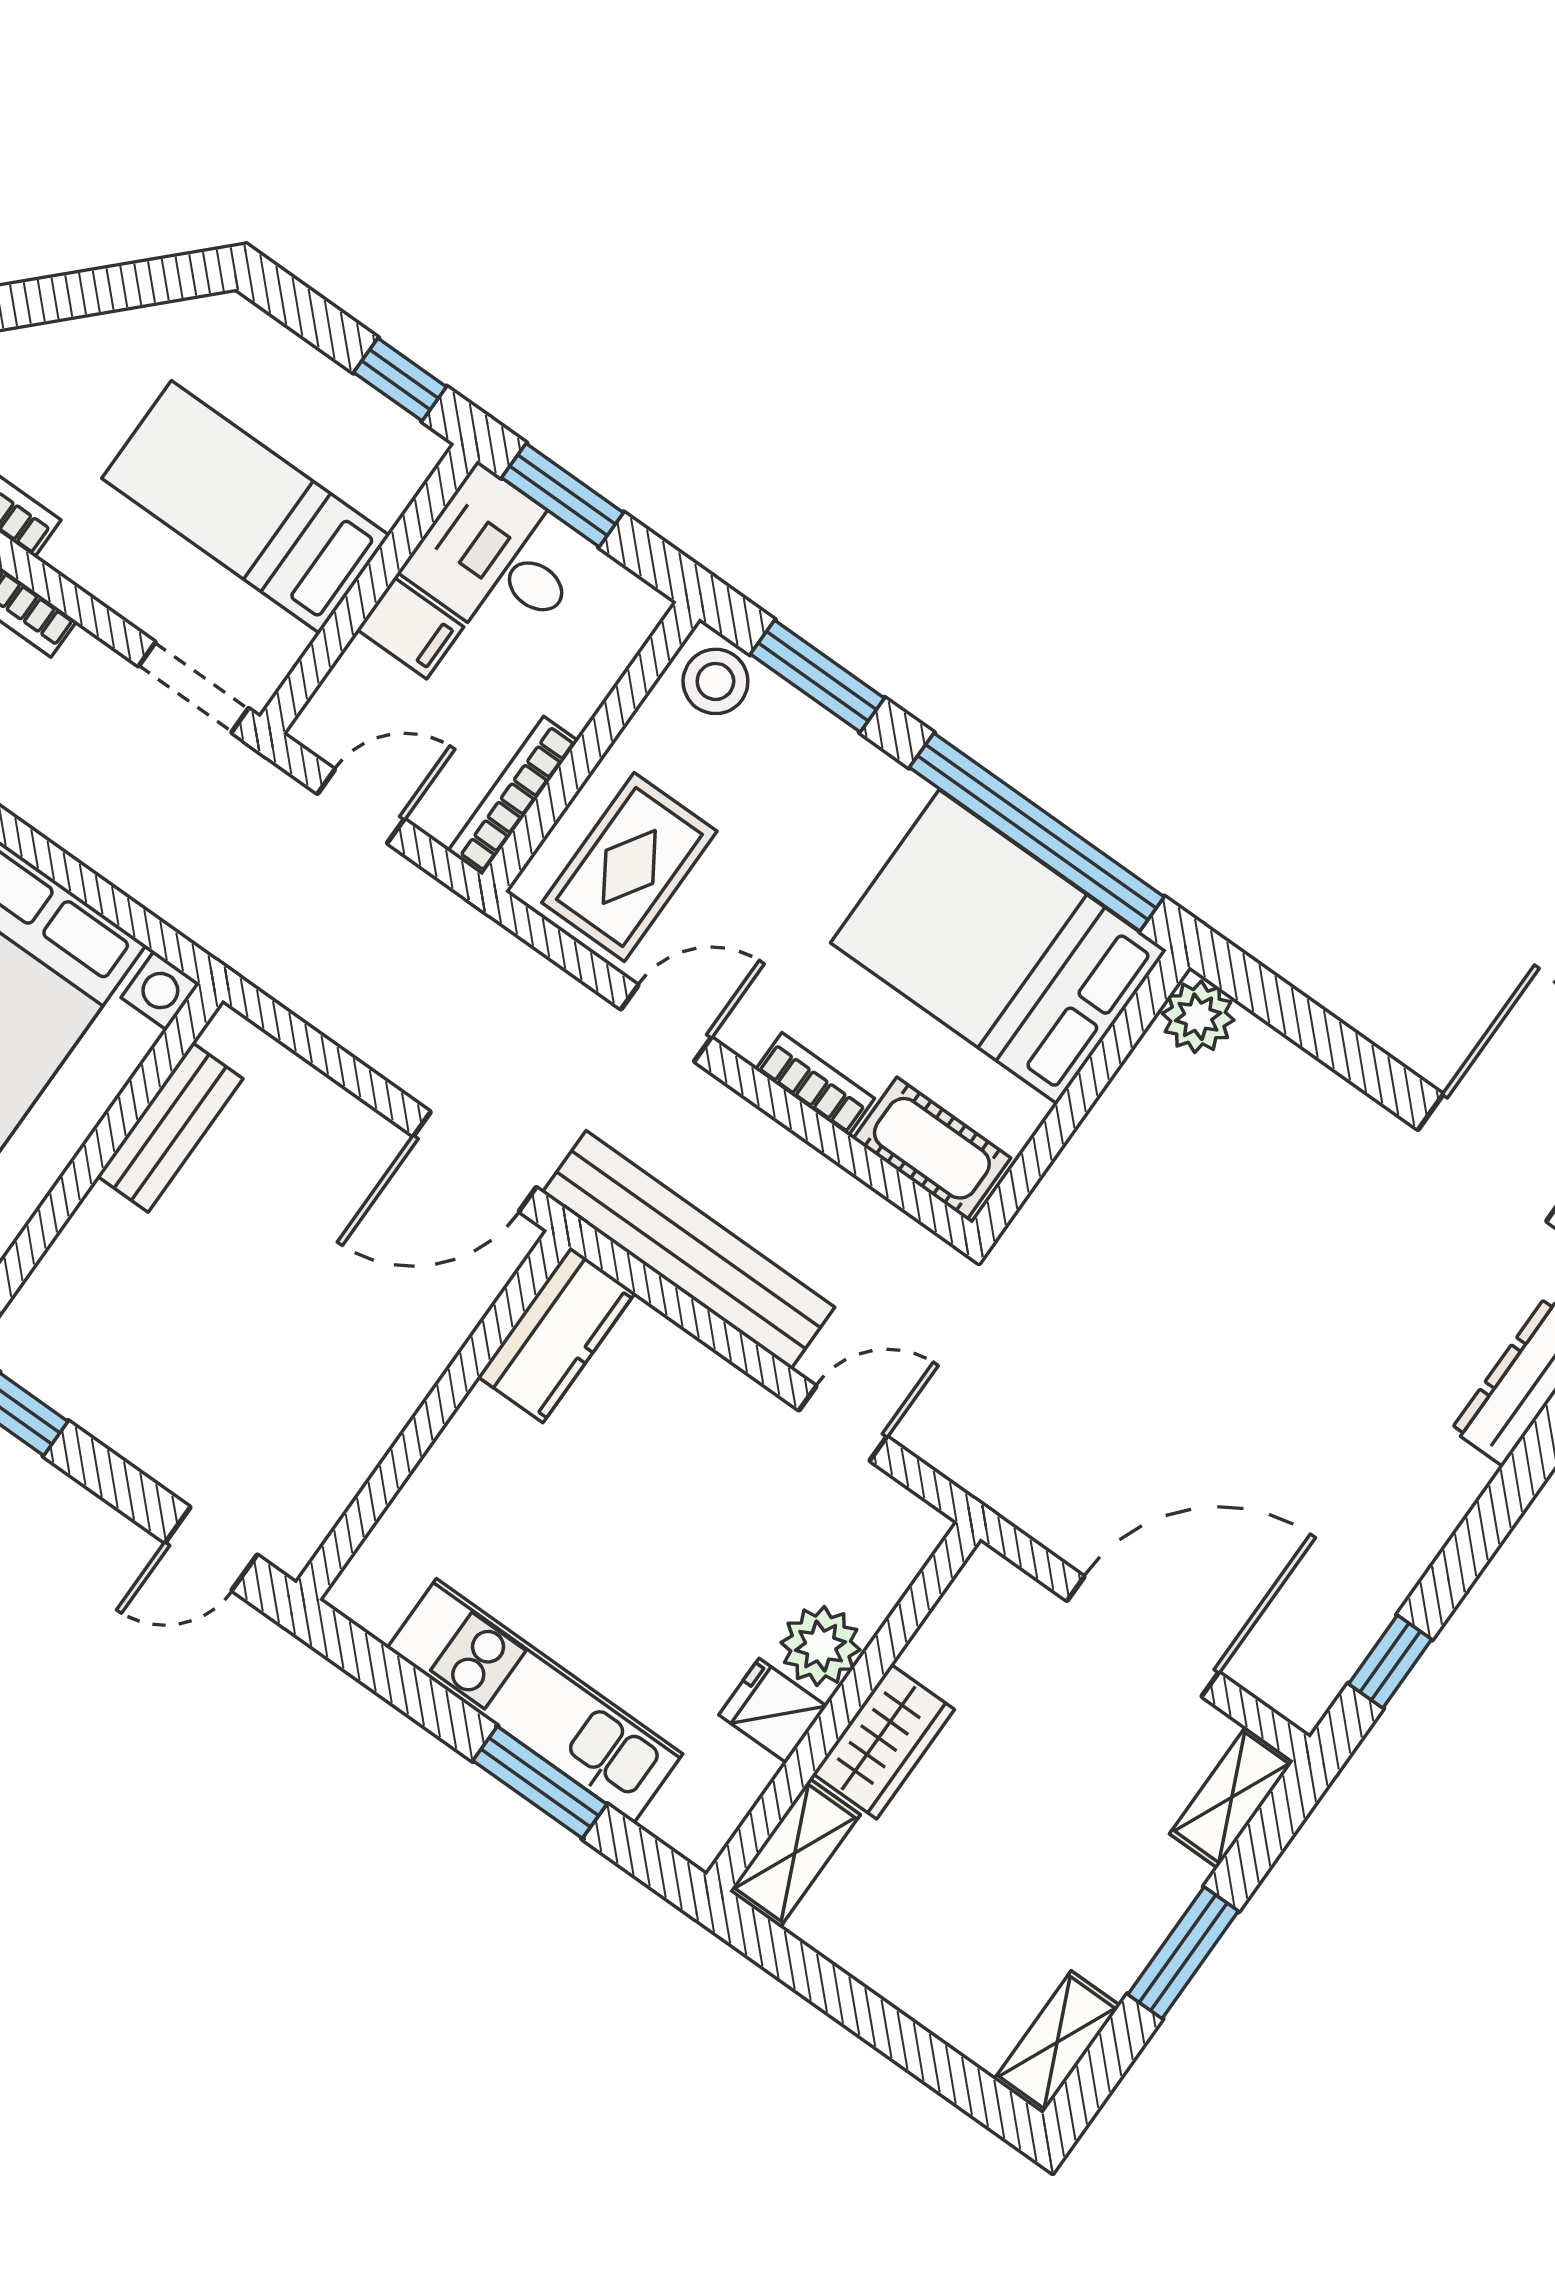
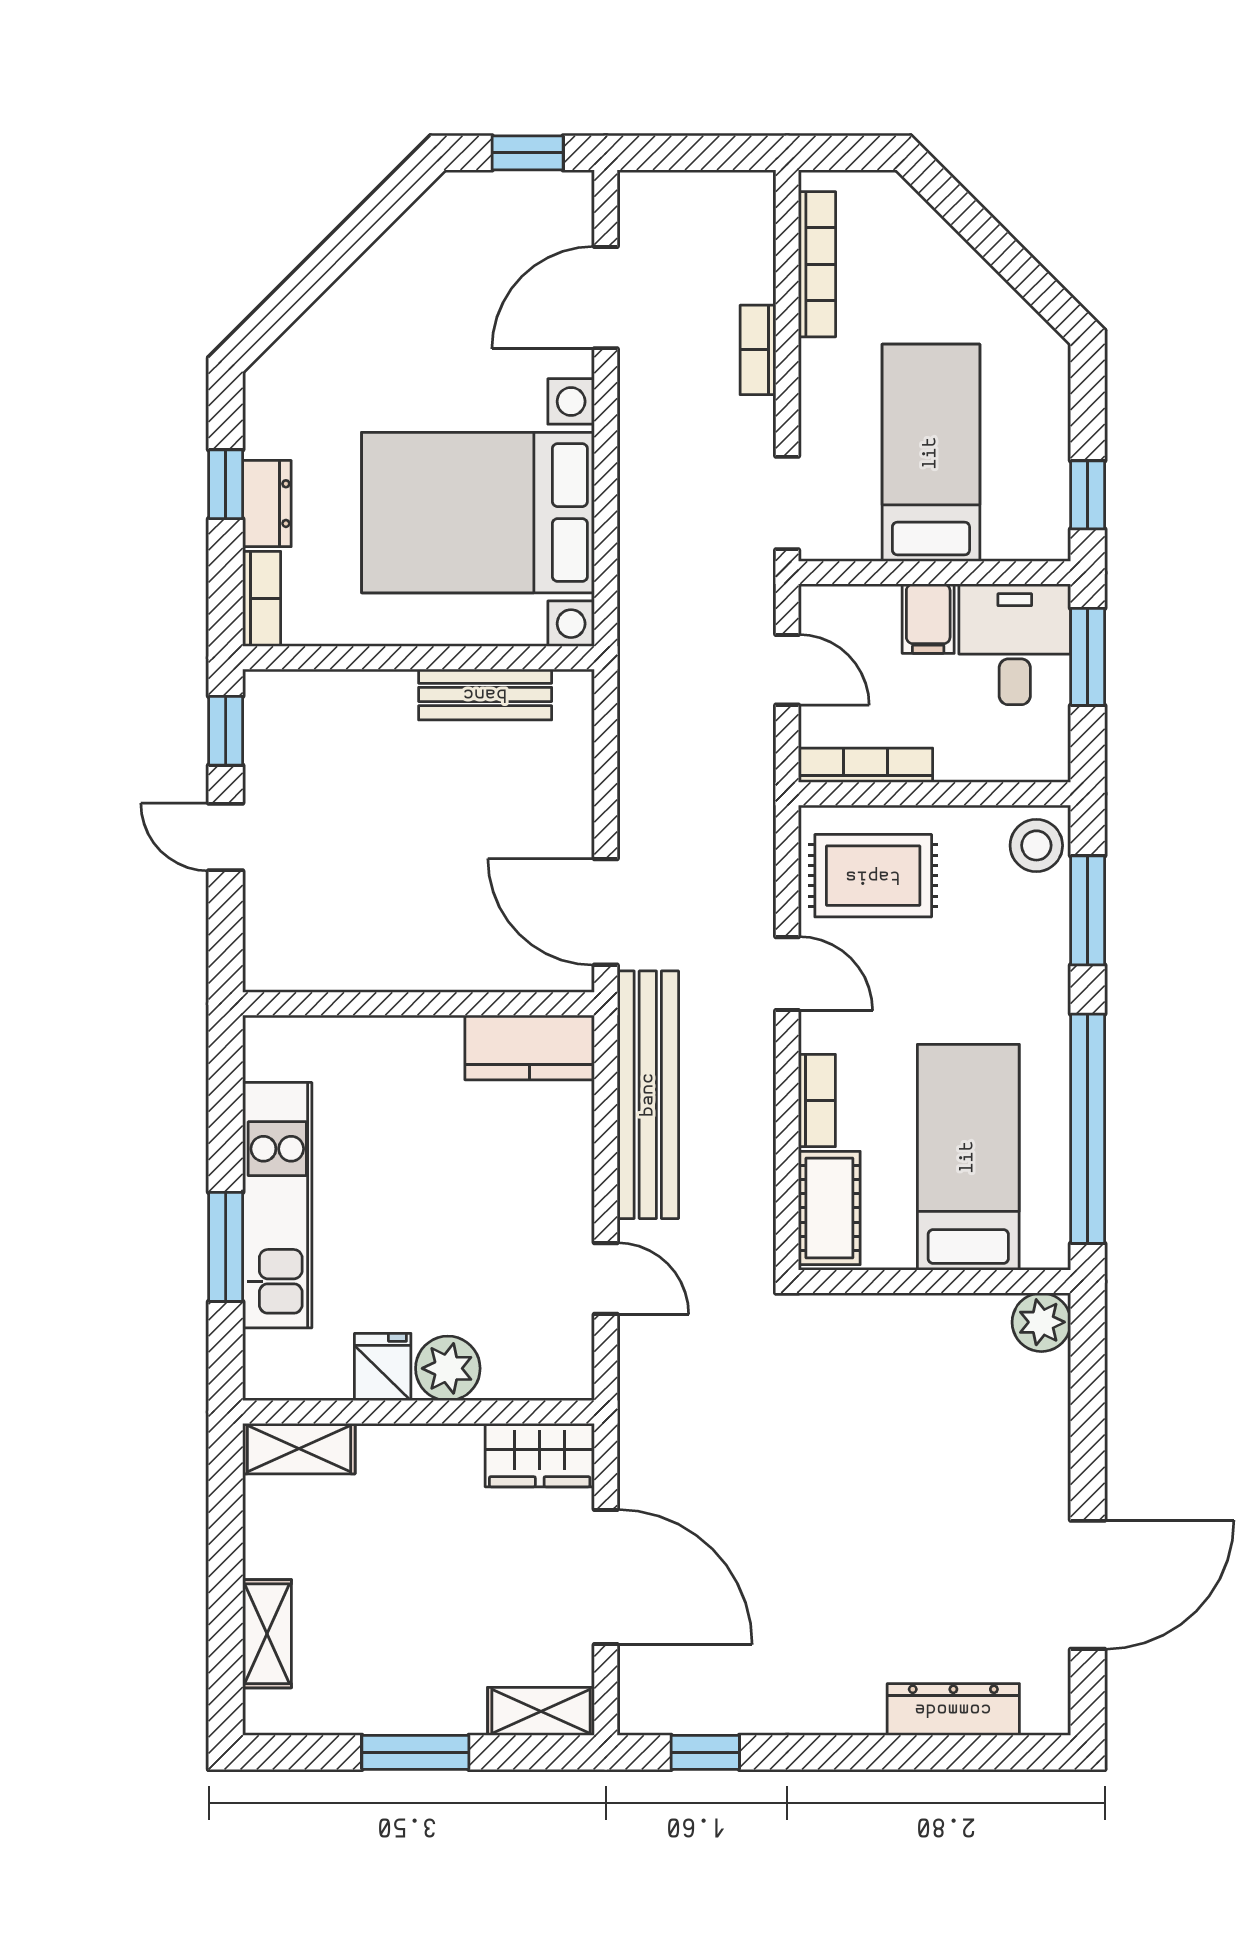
bed: (998, 947) -> (968, 1157), width x0.67
door: (211, 1549) -> (226, 837), moved
wardrobe: (884, 1742) -> (540, 1455), moved
shelving: (1057, 2042) -> (267, 1634), moved, turned 90

